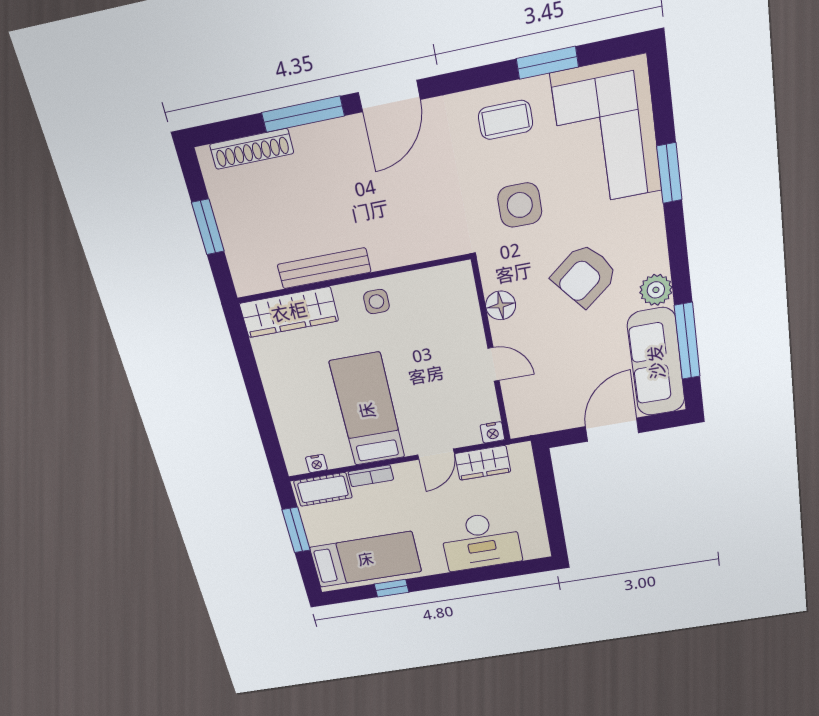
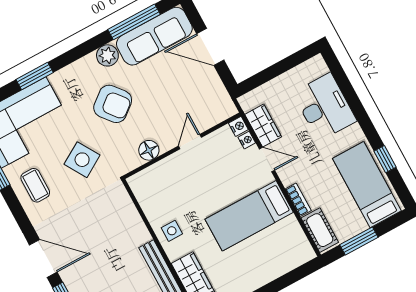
side table: (520, 205) -> (82, 160), turned -31
nightstand: (316, 463) -> (247, 140), moved

